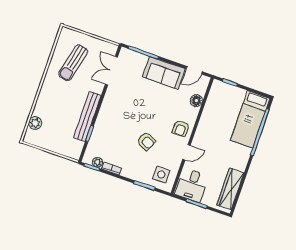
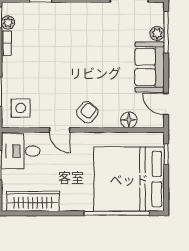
plant: (142, 59) -> (157, 33), added
bed: (250, 119) -> (129, 179), width x2.04
armchair: (181, 128) -> (87, 112), turned 129
armchair: (146, 141) -> (56, 75), removed

